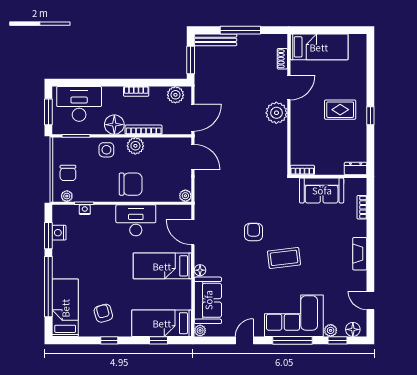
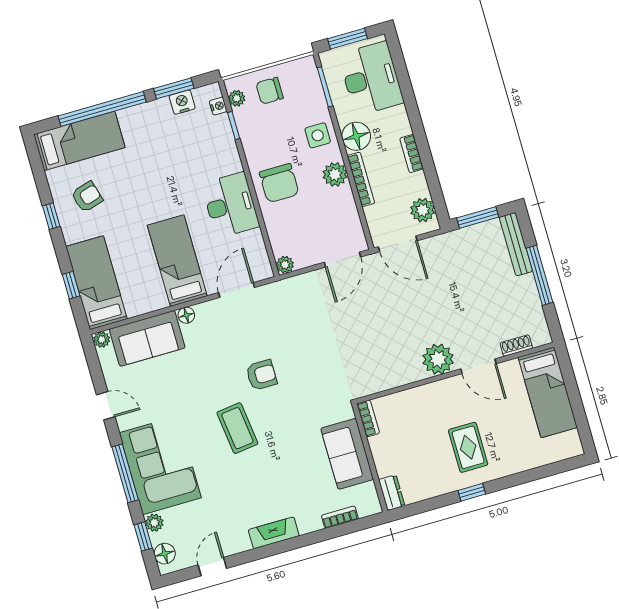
nightstand: (85, 210) -> (218, 106), moved

